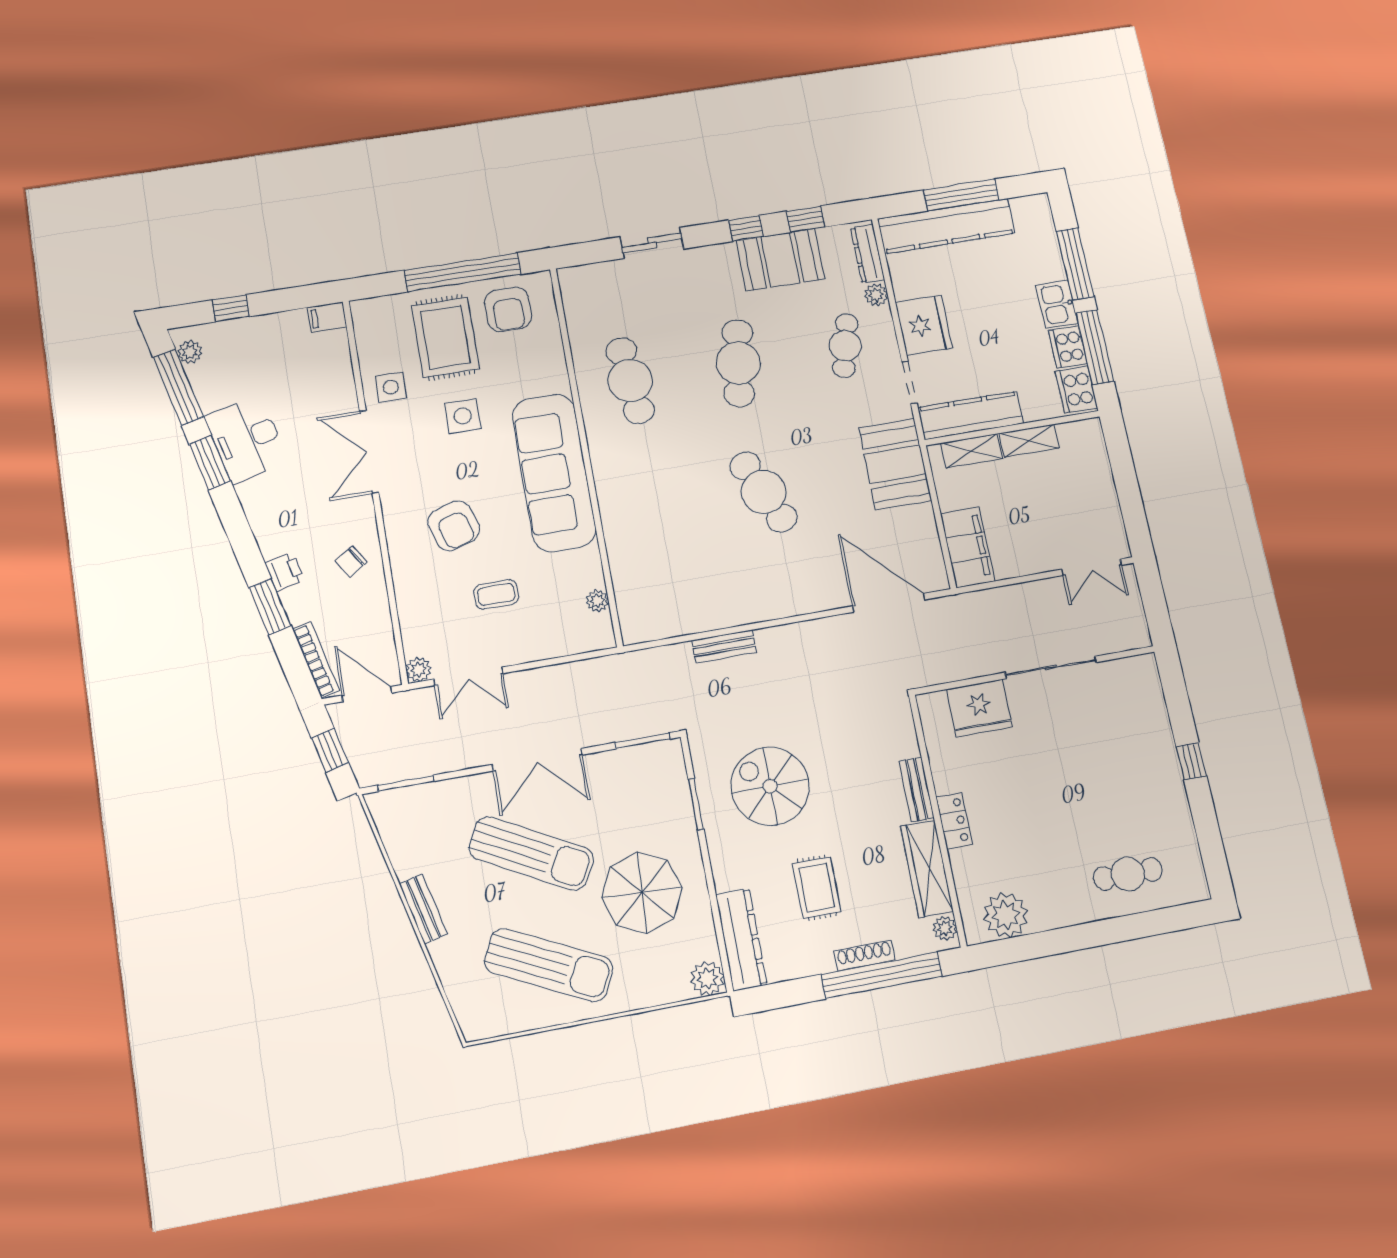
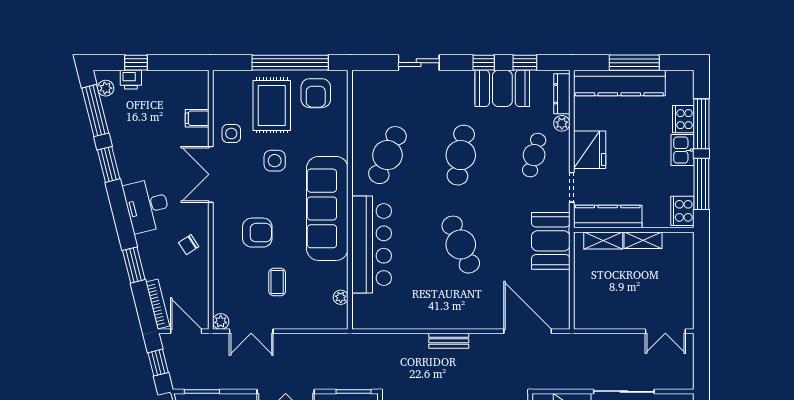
filing cabinet: (327, 317) -> (197, 118), moved
cooker: (1068, 347) -> (683, 119), moved
cafe table: (630, 380) -> (387, 155), turned 30
desk: (246, 439) -> (147, 206), moved
bar counter: (630, 514) -> (372, 245), added
armchair: (454, 526) -> (257, 233), turned -72
filing cabinet: (968, 547) -> (587, 304), removed
printer: (285, 572) -> (131, 80), moved, turned 104
coffee table: (496, 594) -> (277, 282), turned 90
bench: (724, 646) -> (449, 341), moved

